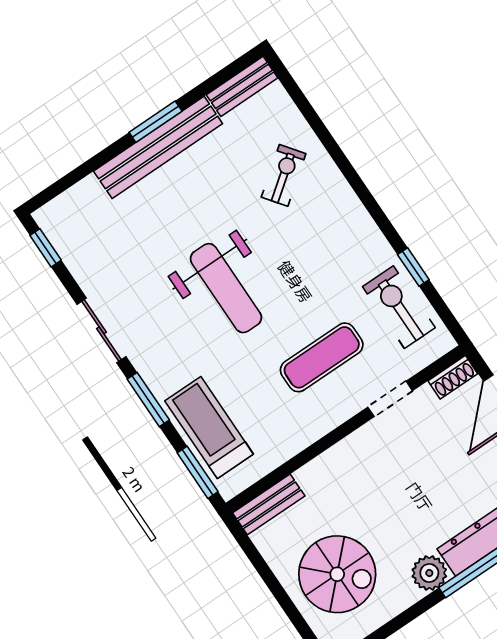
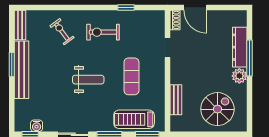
water cooler: (70, 249) -> (37, 126), added
weight bench: (226, 288) -> (88, 80), width x0.73, depth x0.75
exercise bike: (399, 307) -> (103, 32), moved
exercise mat: (322, 357) -> (131, 76), moved
bench: (269, 504) -> (176, 100), moved

